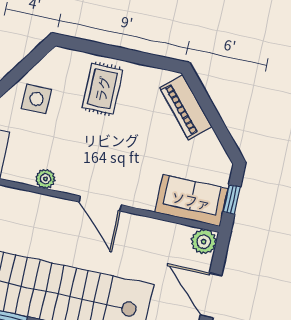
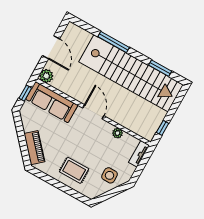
rug: (102, 89) -> (74, 170), turned 90
sofa: (191, 200) -> (52, 102), width x1.36

